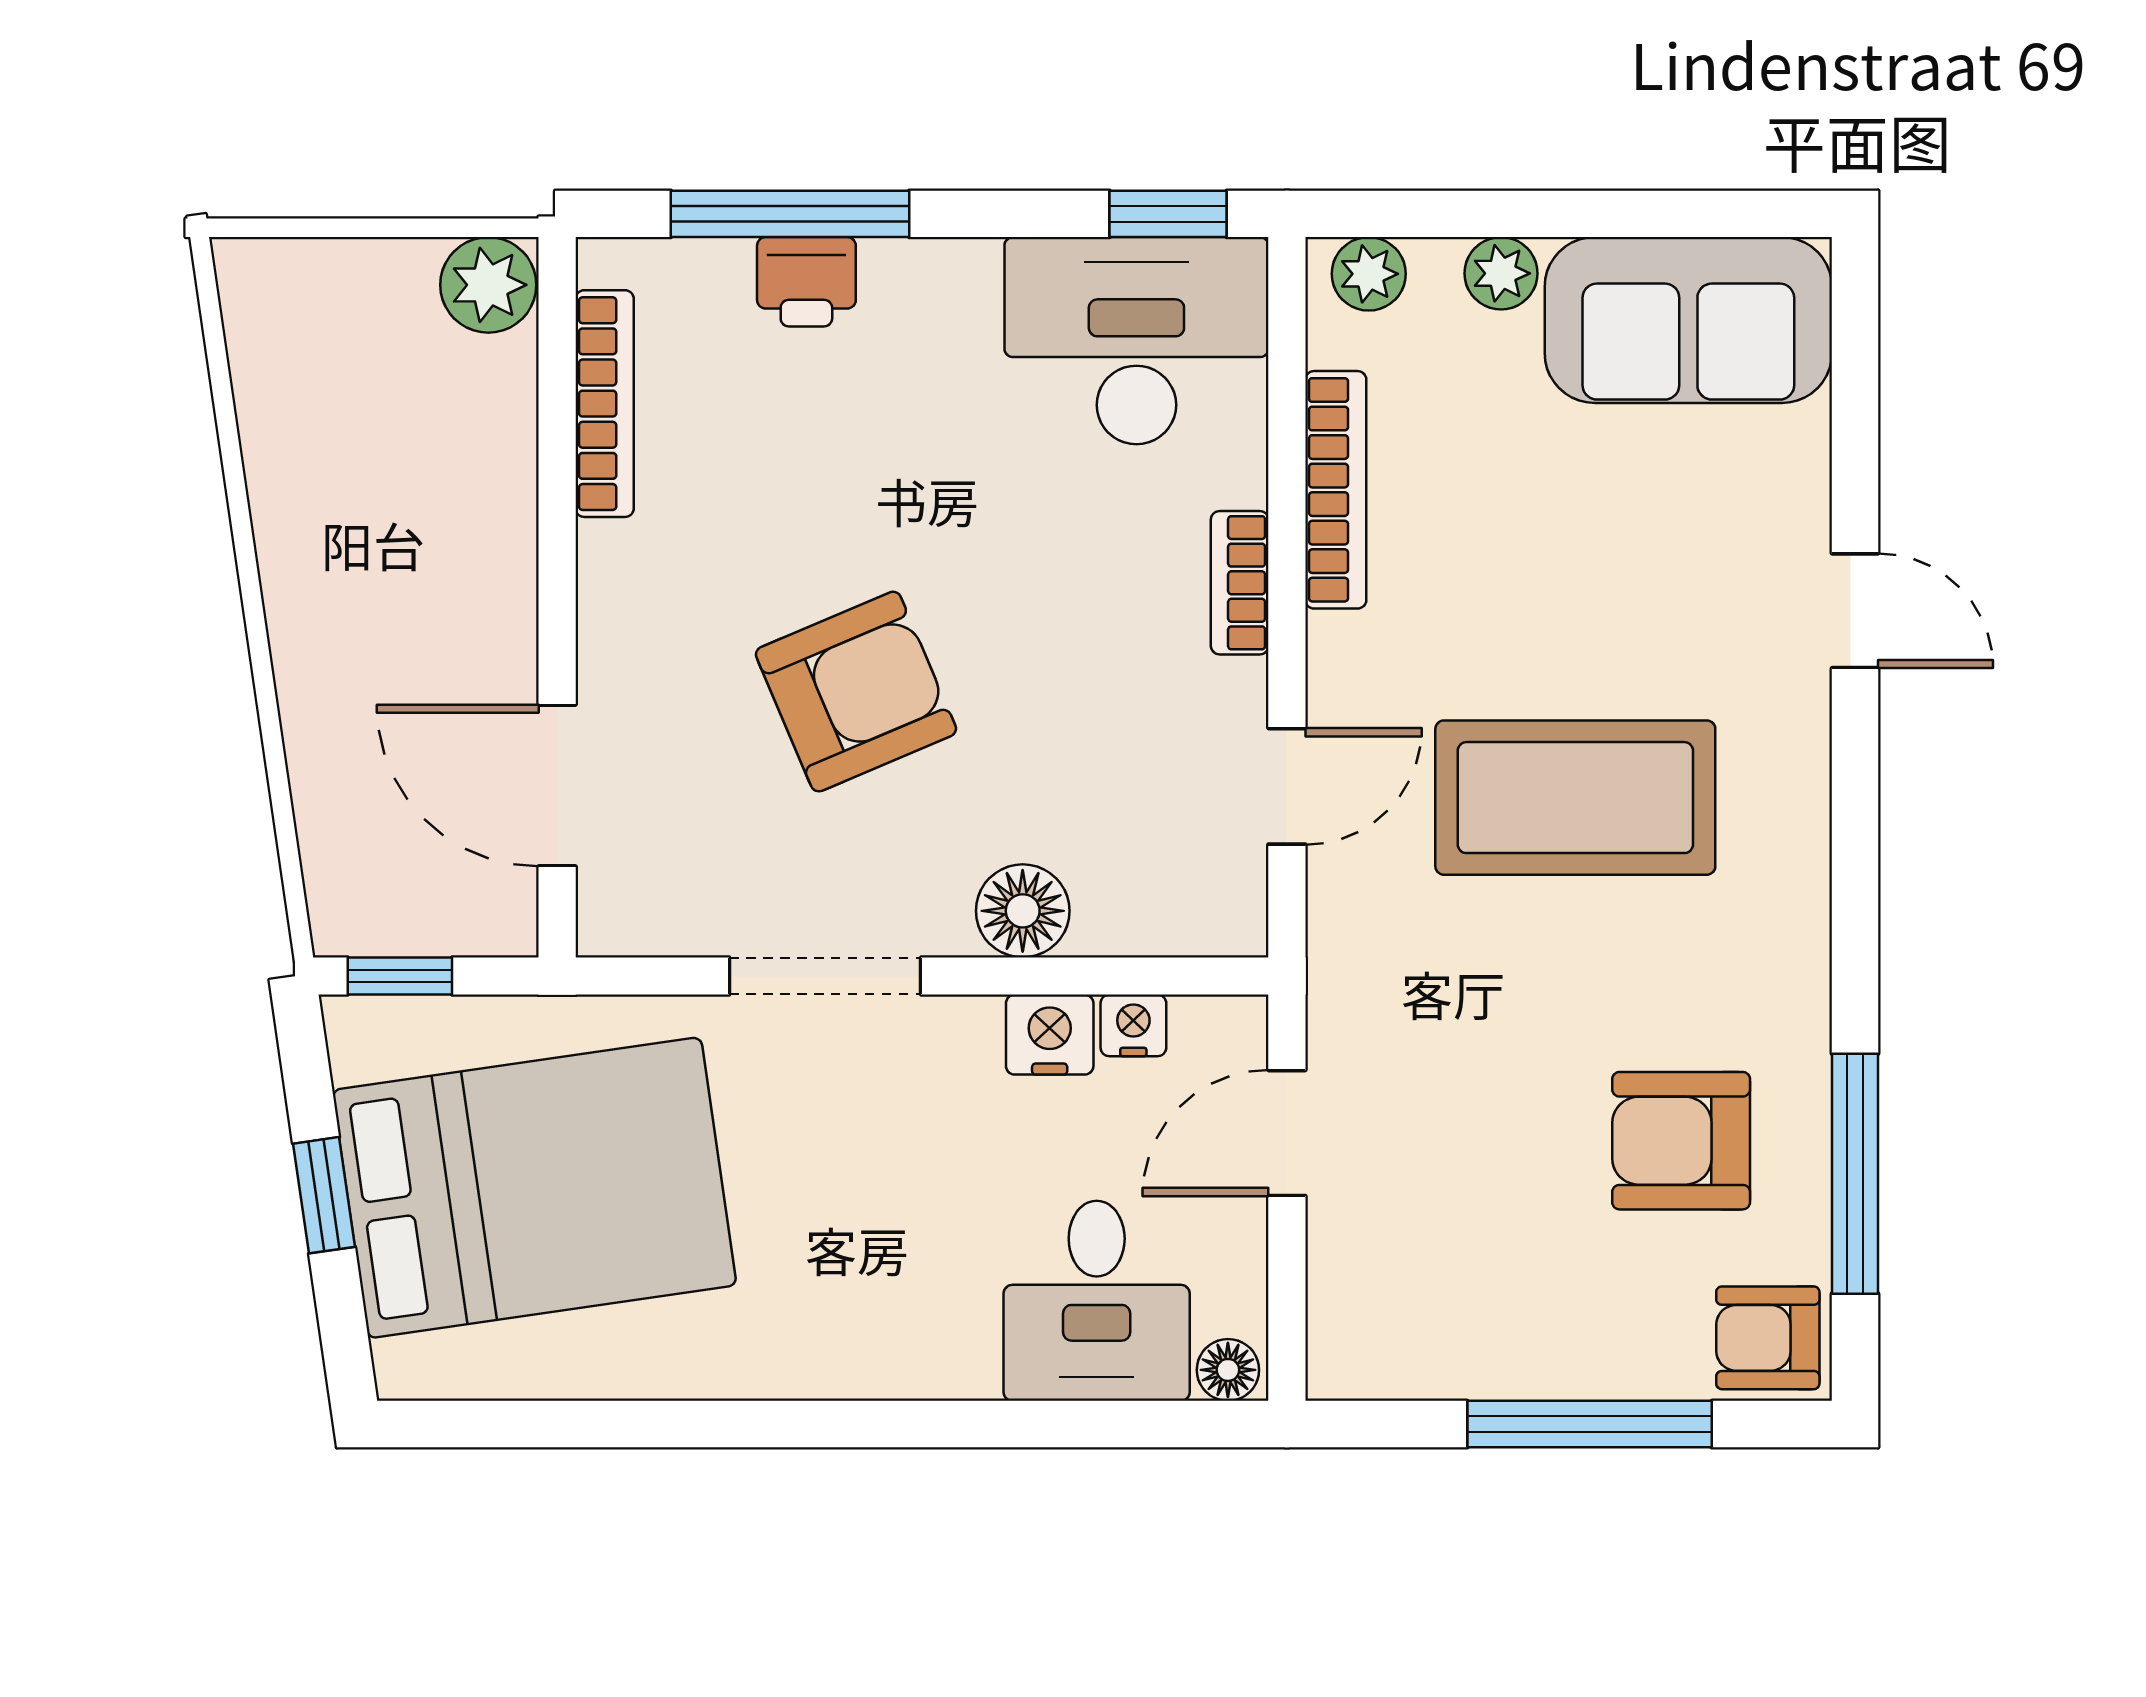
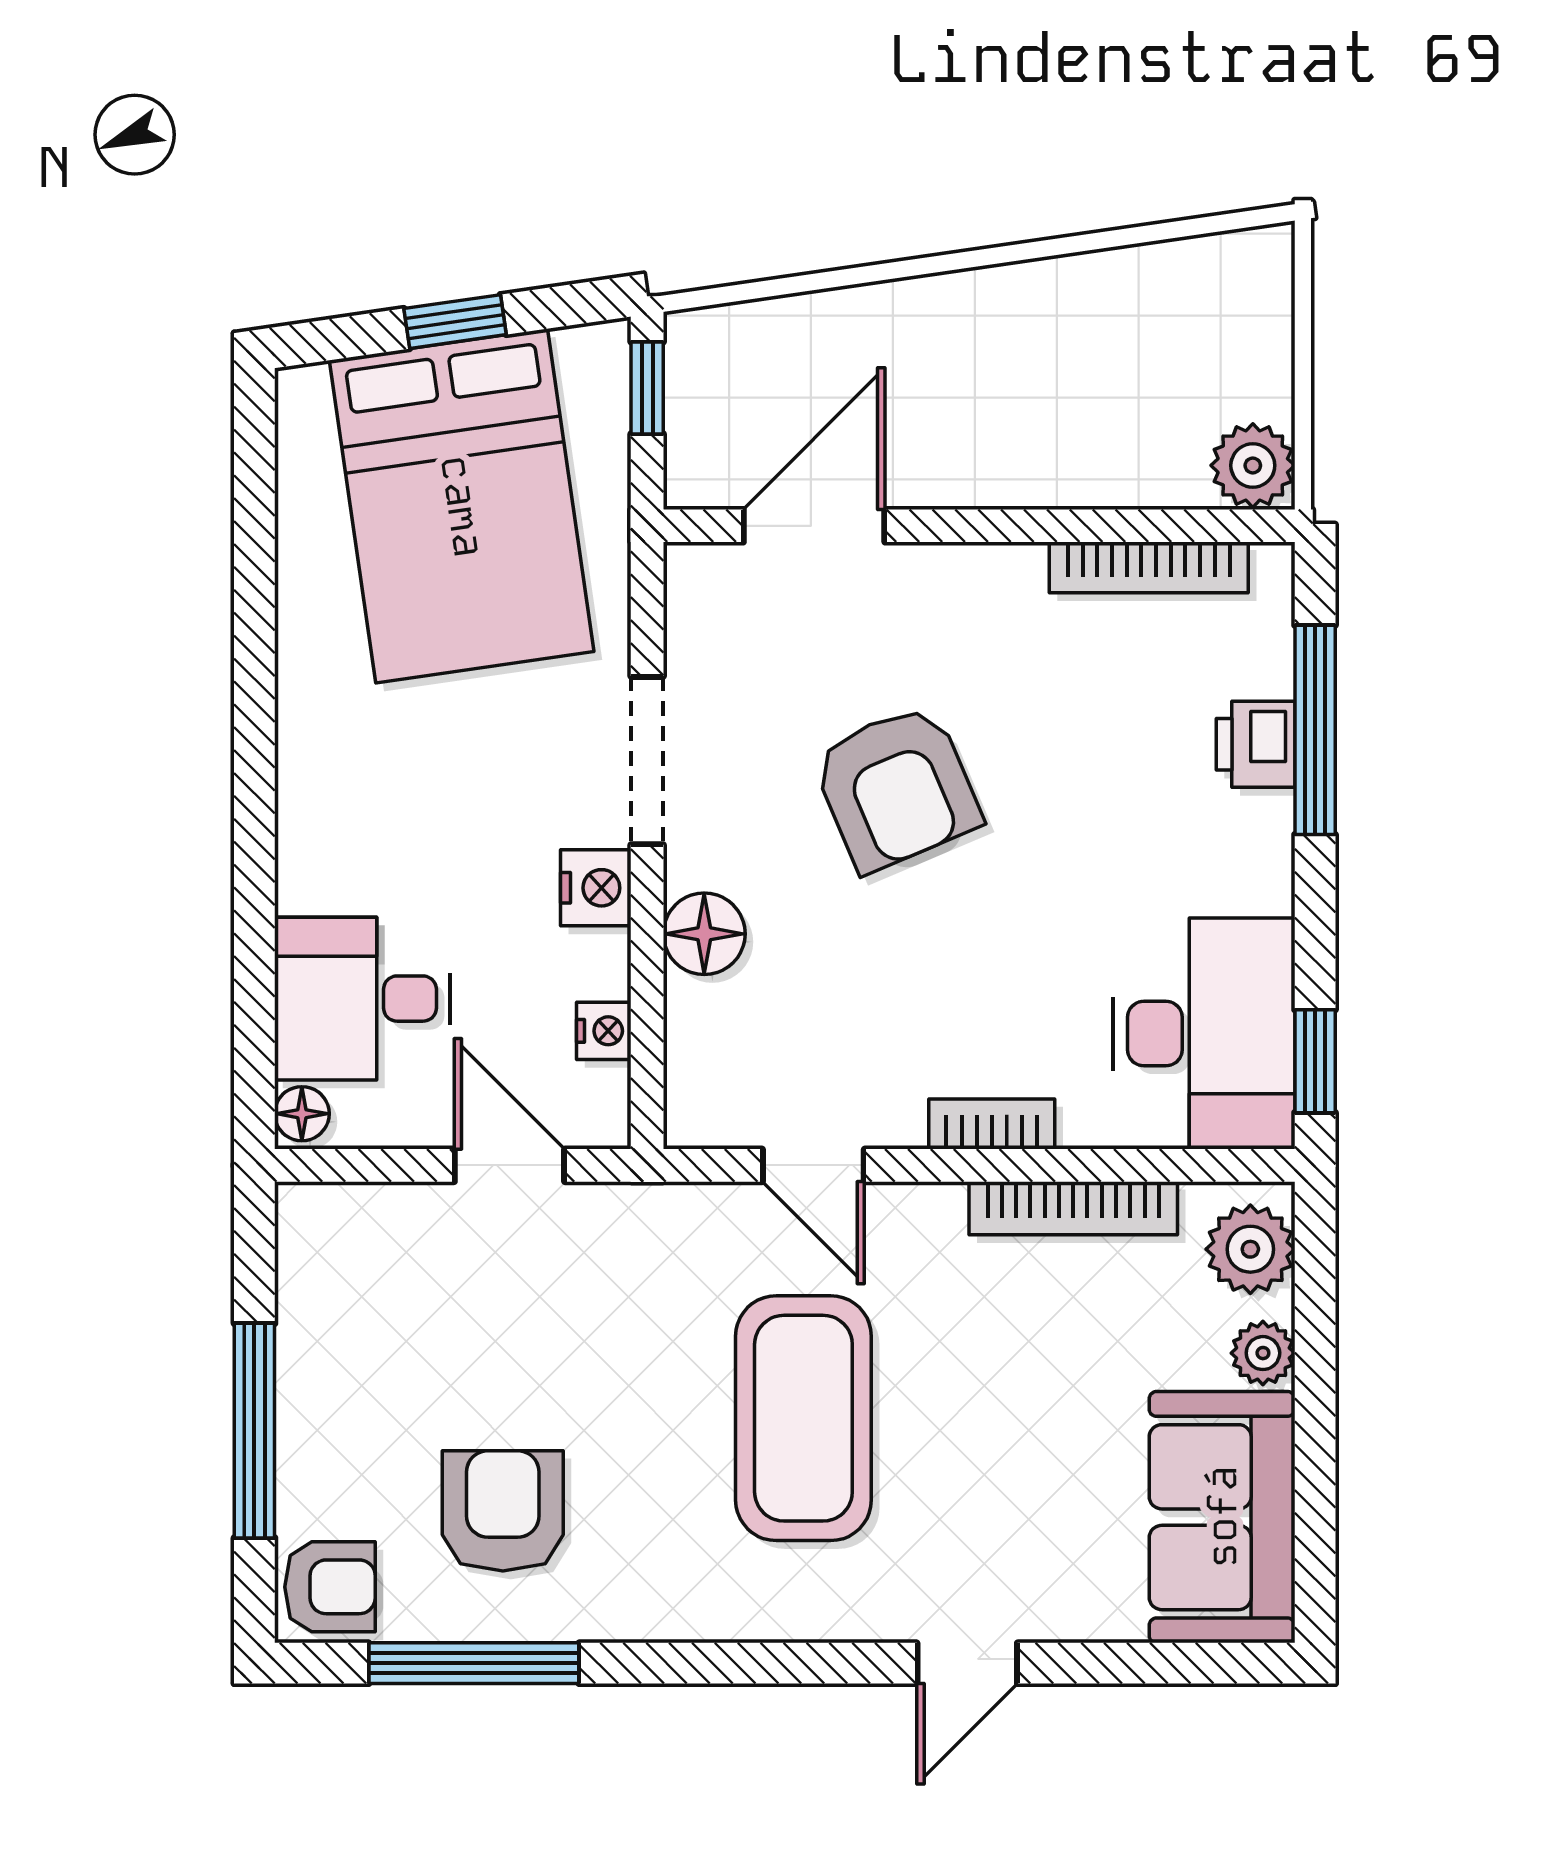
plant: (1369, 274) -> (1250, 1249), width x1.38, depth x1.38
nightstand: (1050, 1035) -> (596, 888), moved
armchair: (1768, 1338) -> (330, 1587), turned 90

